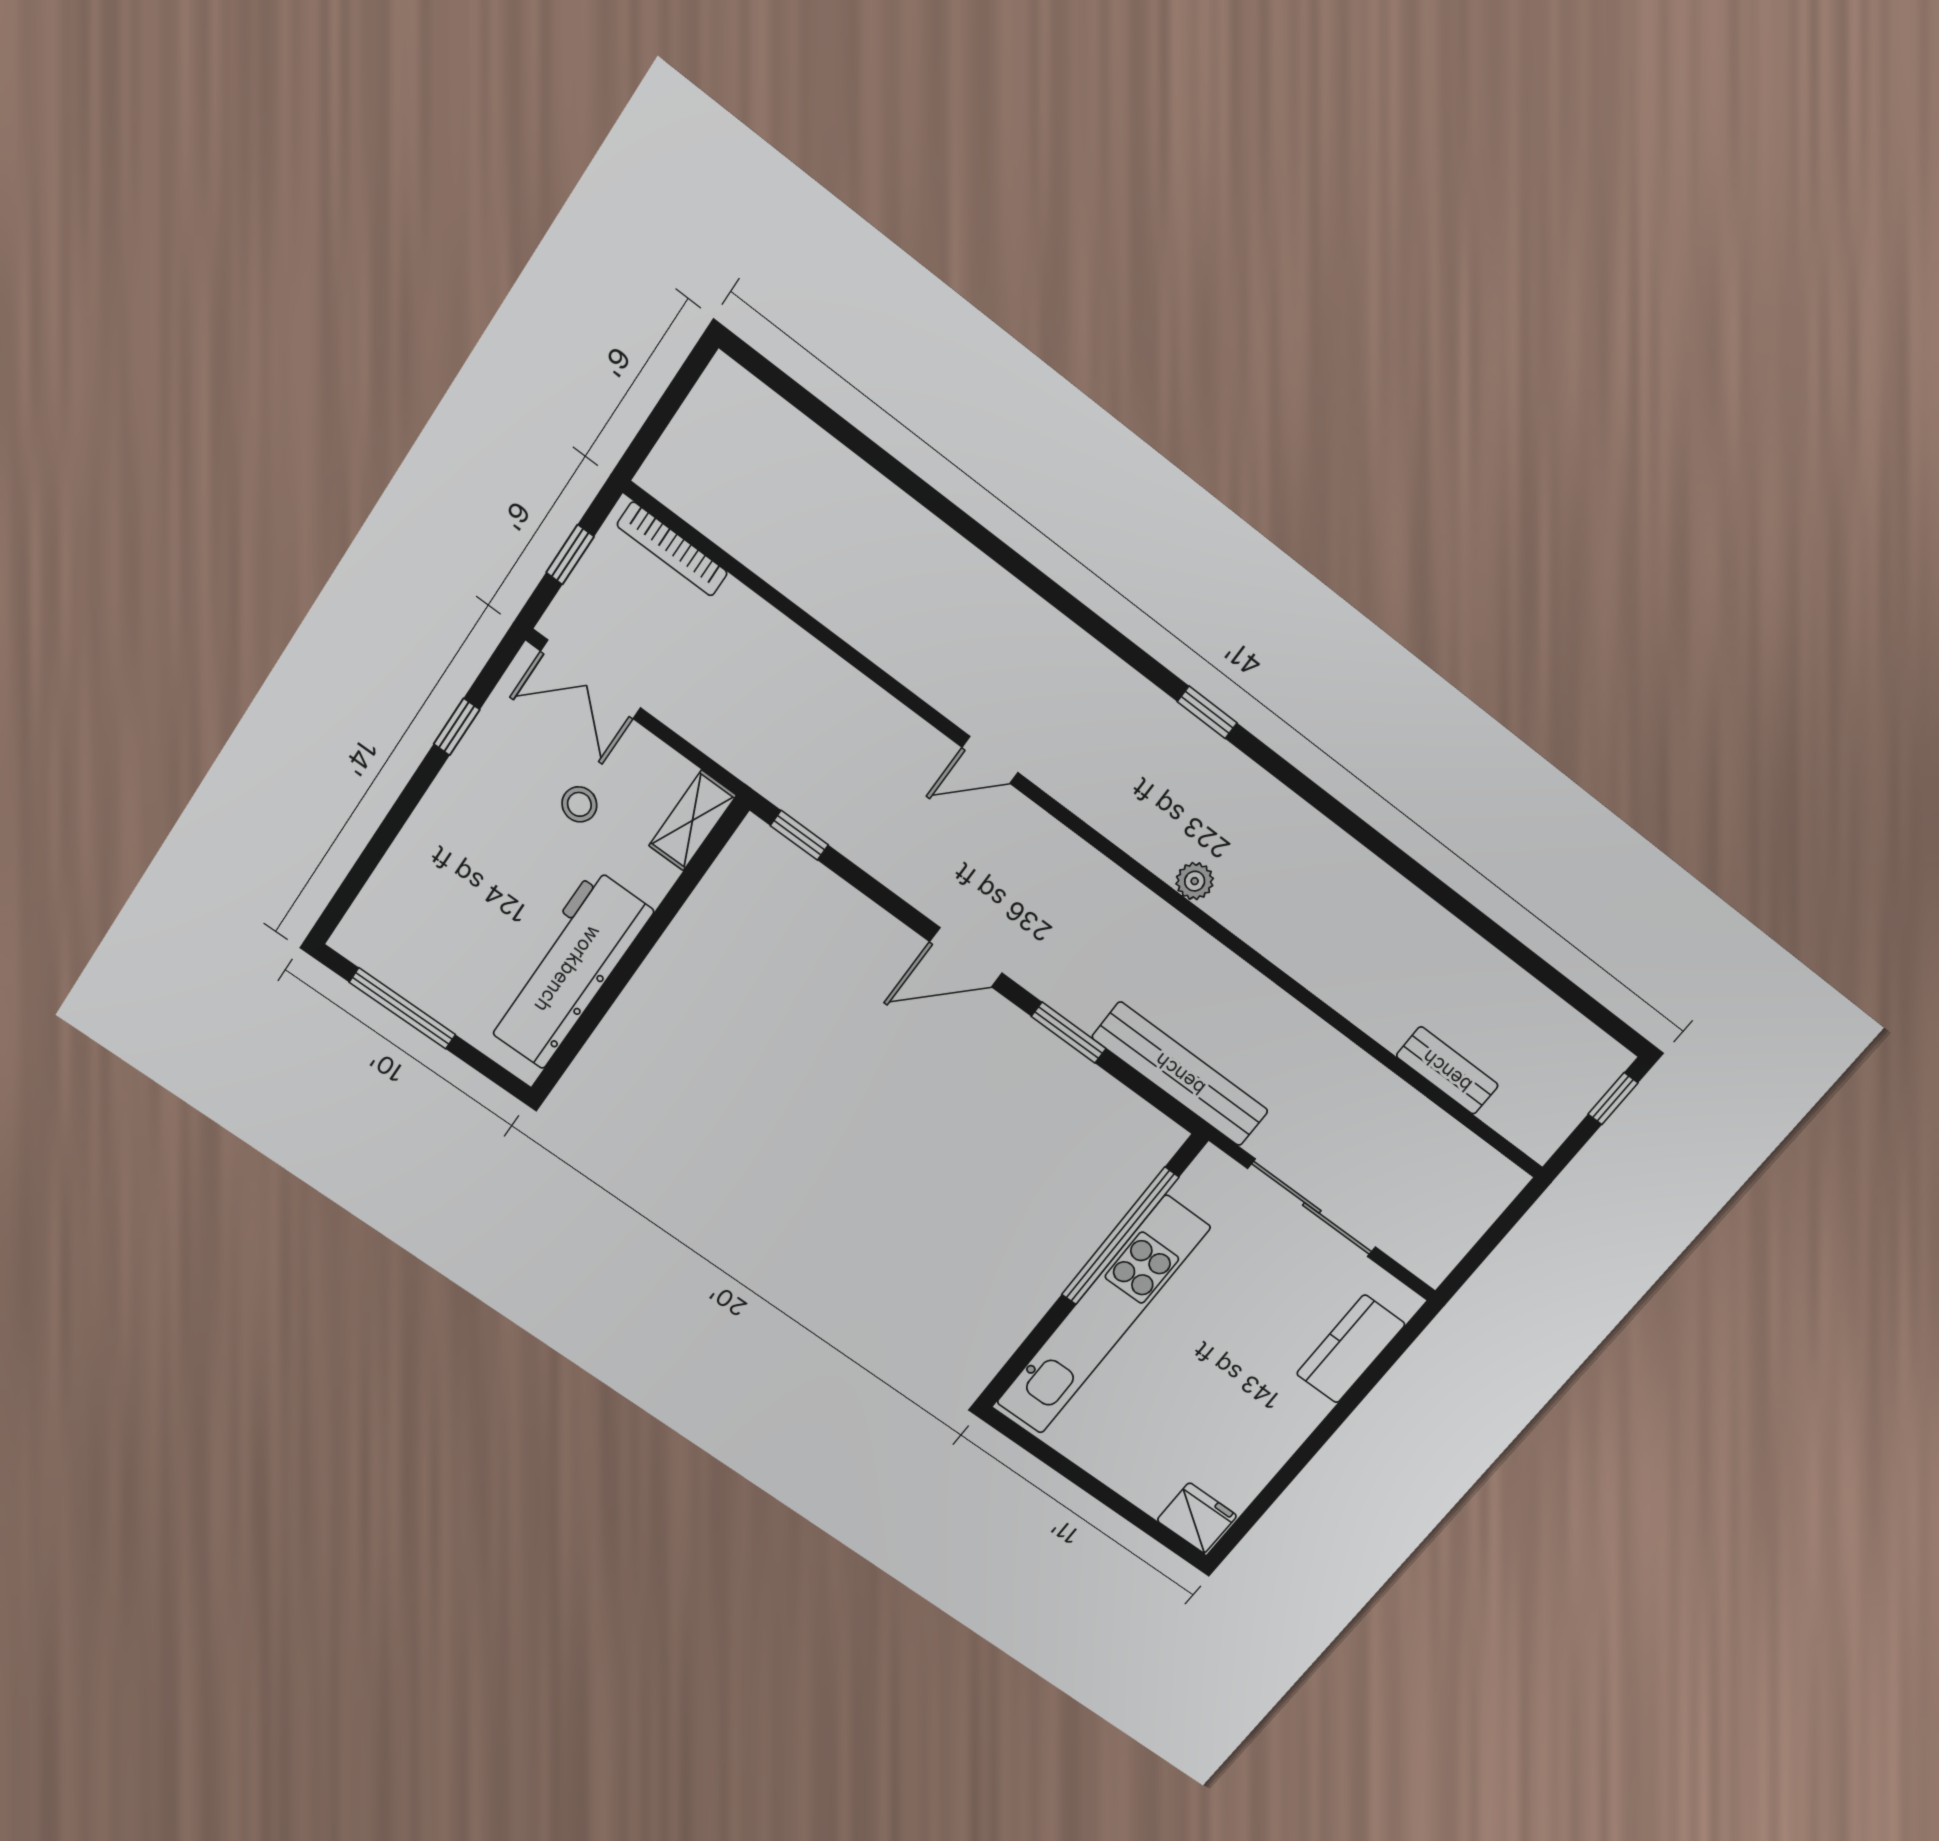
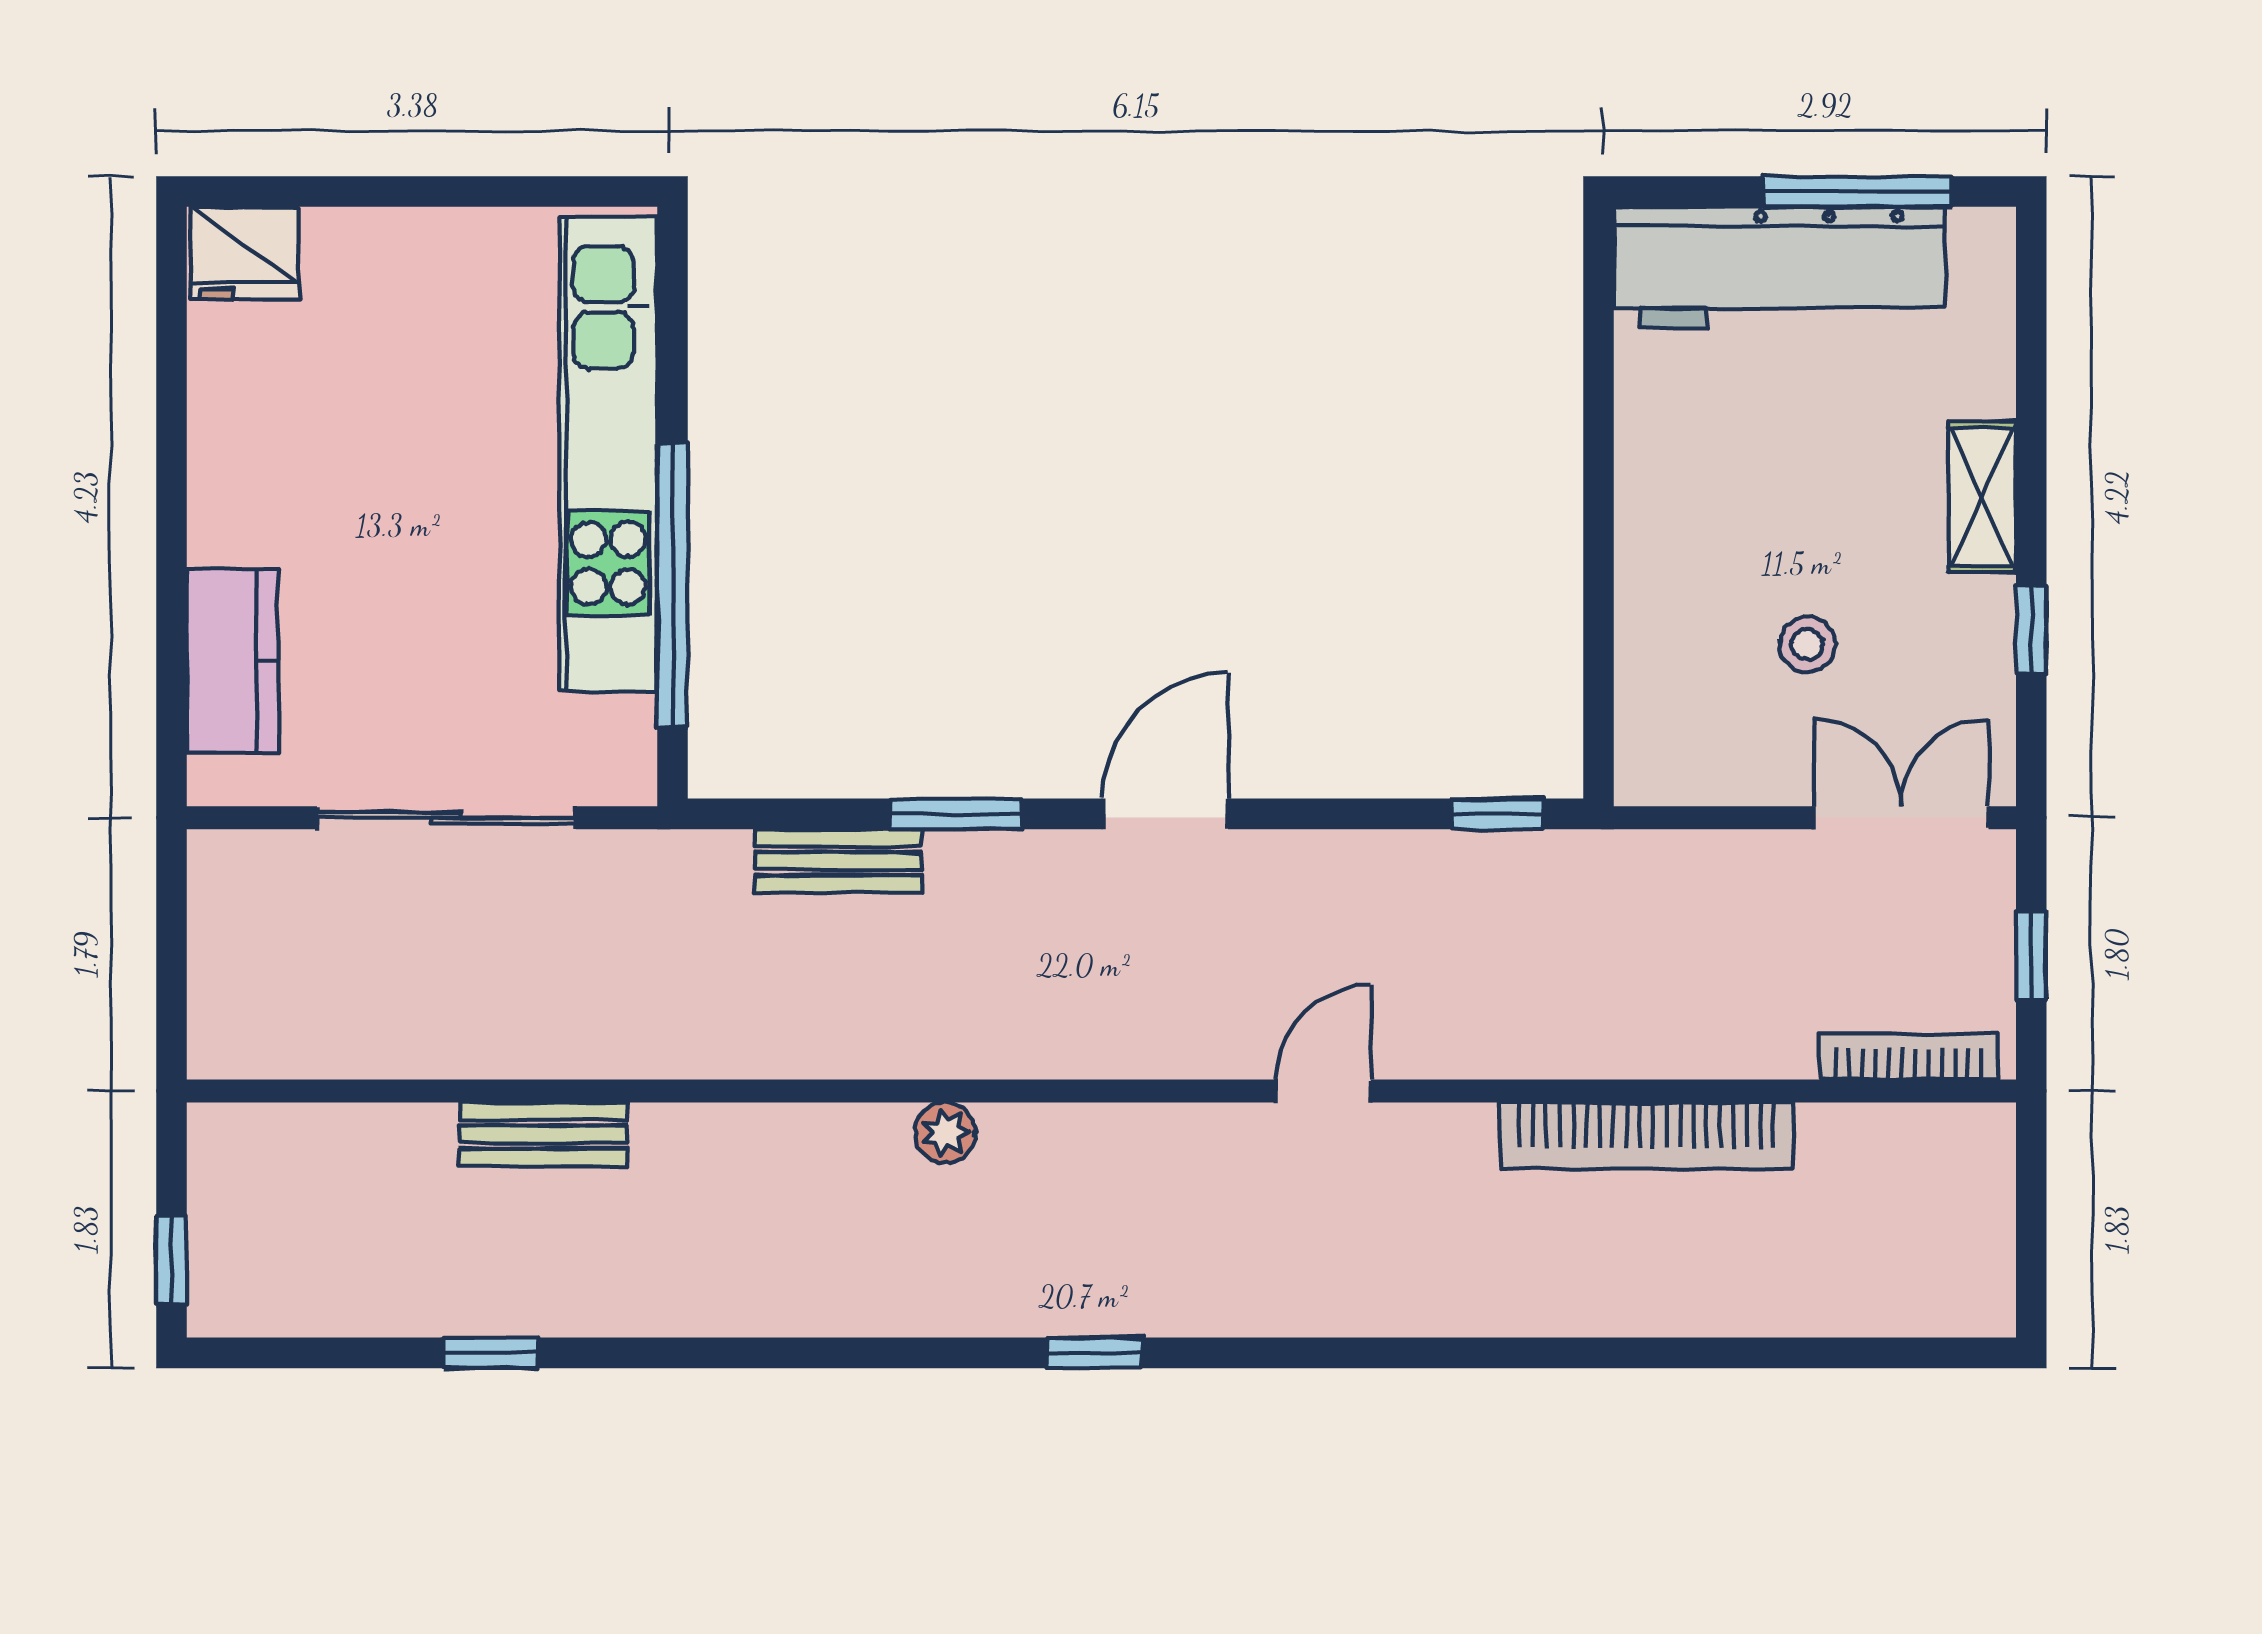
bookcase: (840, 611) -> (1647, 1136), added
shelving: (692, 821) -> (1982, 497), moved
window: (1502, 940) -> (491, 1353), added
workbench: (568, 969) -> (1779, 267), moved, turned 90
bench: (1447, 1071) -> (543, 1135), moved
bench: (1180, 1074) -> (838, 861), width x0.54, depth x0.82

